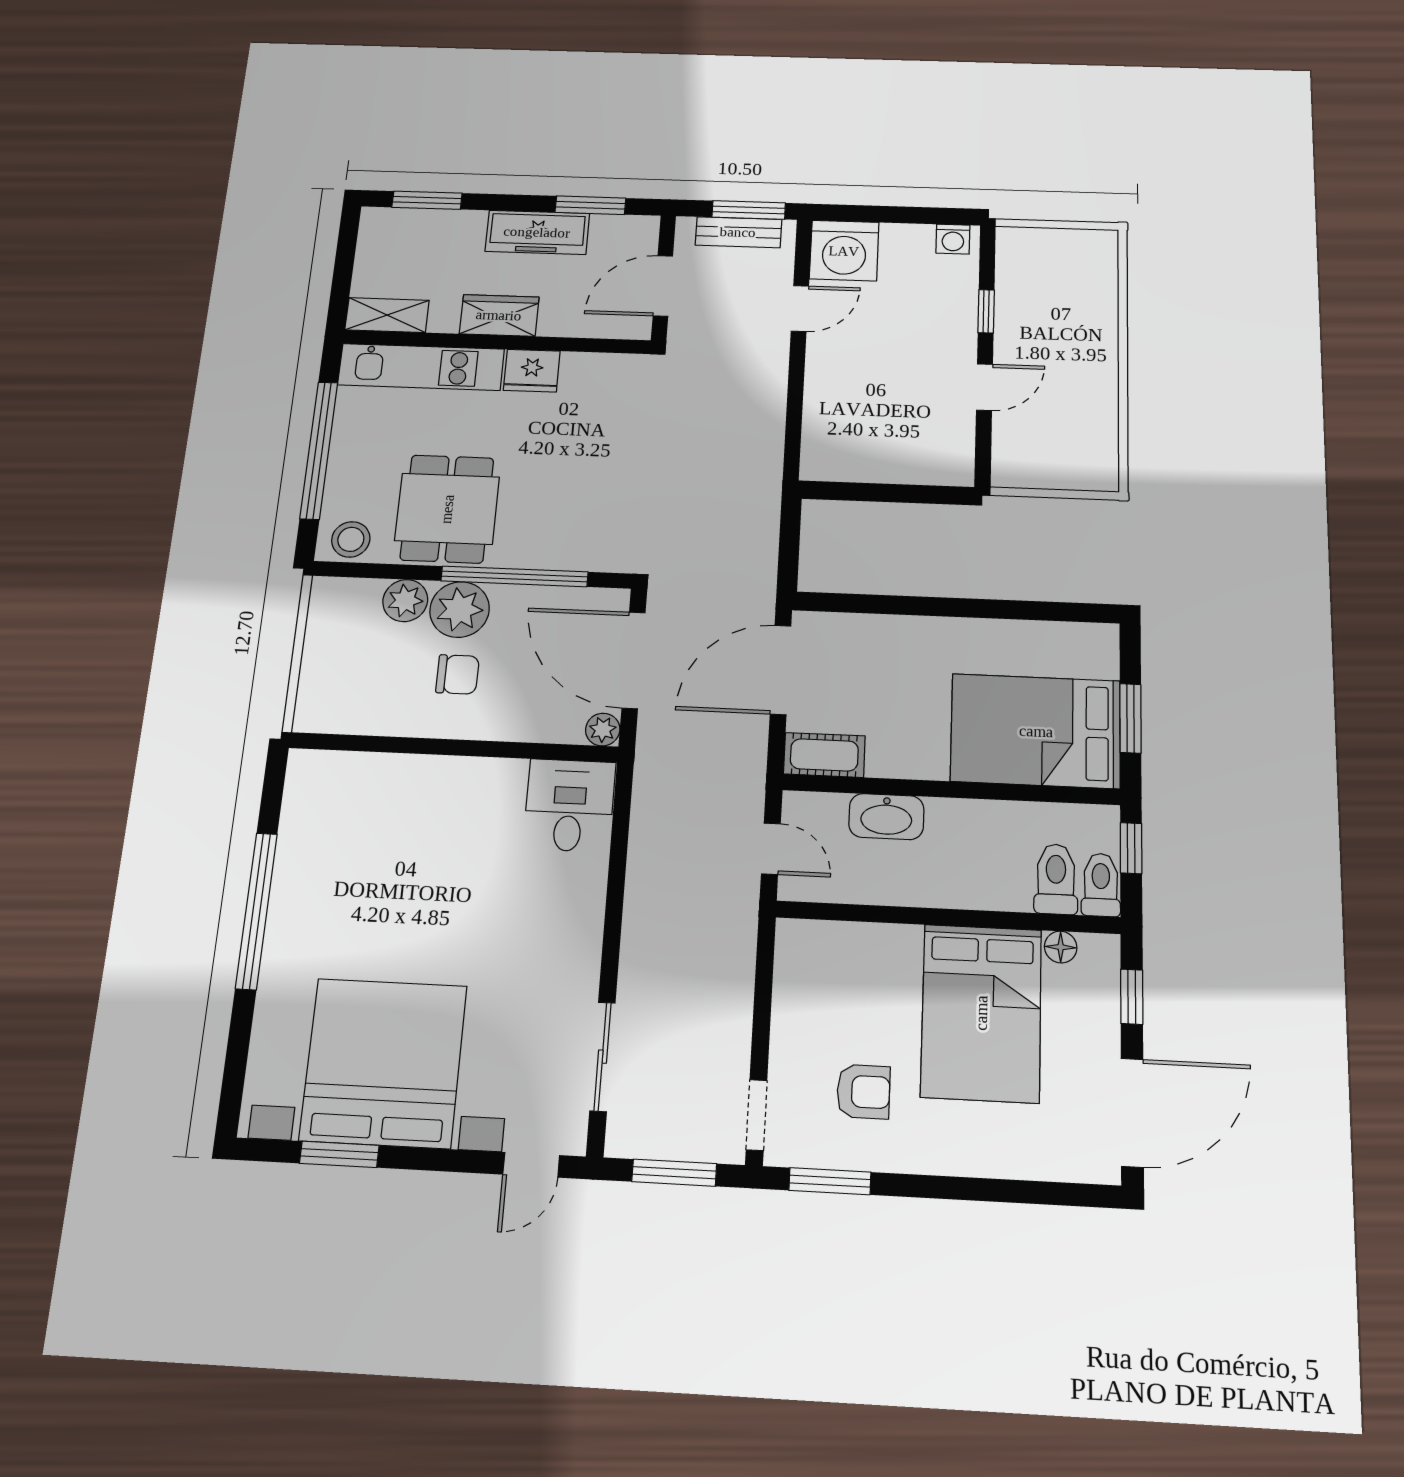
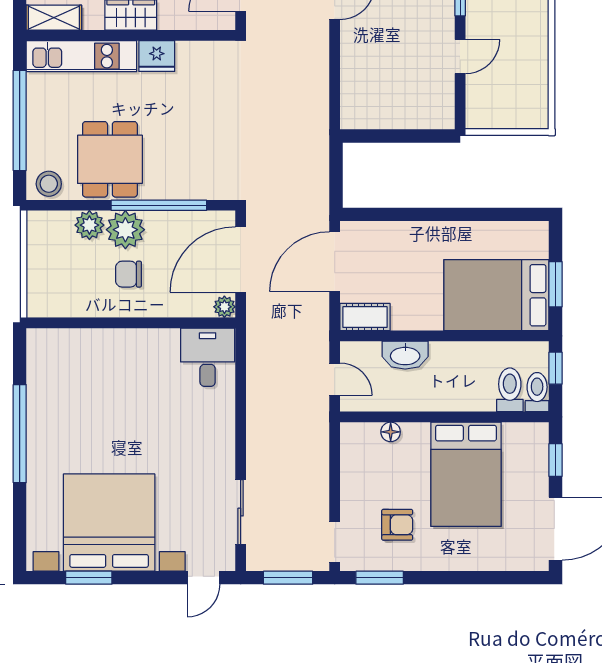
door: (634, 660) -> (241, 259), hinge flipped
chair: (457, 674) -> (129, 274), turned 180
floor lamp: (1061, 947) -> (391, 432), moved

